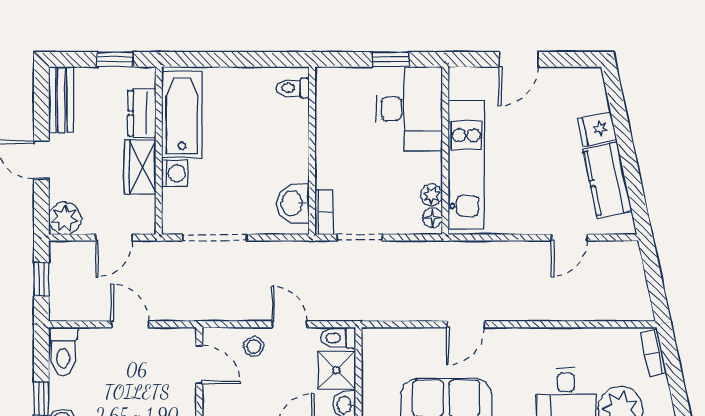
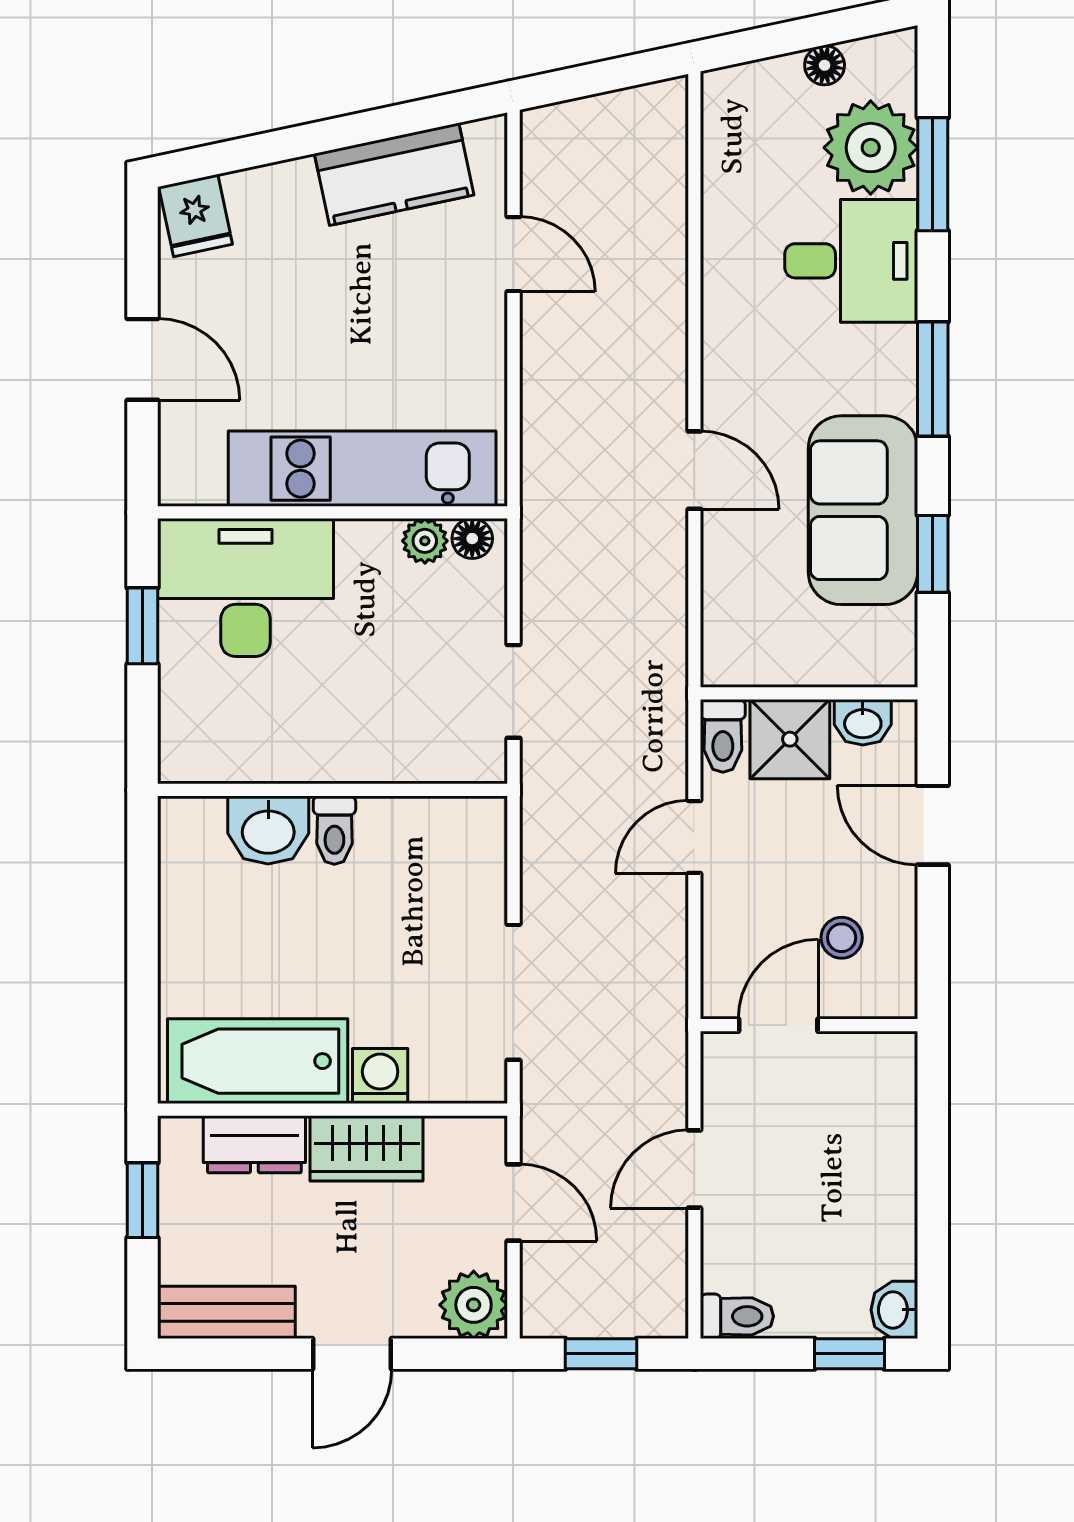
toilet: (293, 88) -> (334, 830), moved
fridge: (597, 129) -> (196, 216), moved
washbasin: (293, 203) -> (268, 830), moved
bookcase: (324, 212) -> (461, 765), removed
stool: (254, 346) -> (842, 938), moved
toilet: (63, 351) -> (737, 1316), width x0.73, depth x0.72
bookcase: (653, 353) -> (754, 79), removed
floor lamp: (660, 387) -> (825, 65), added

